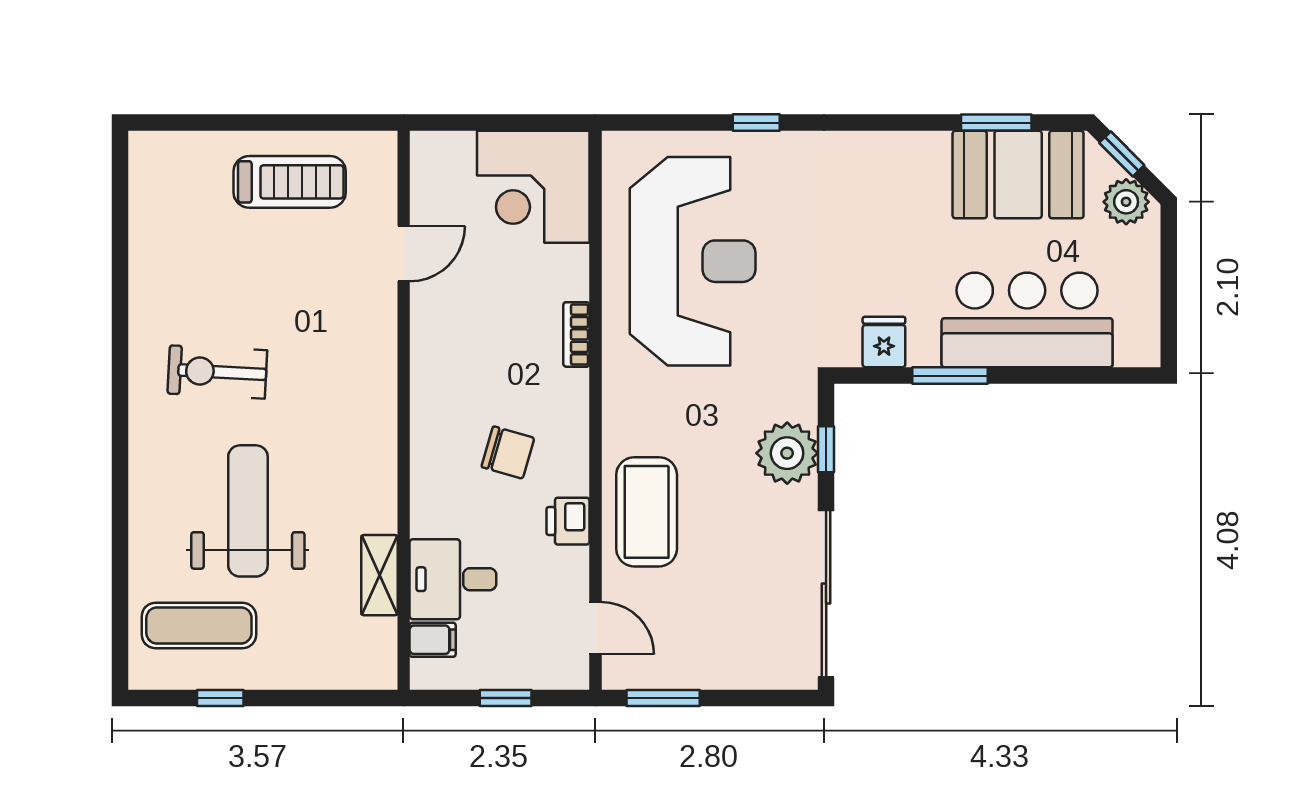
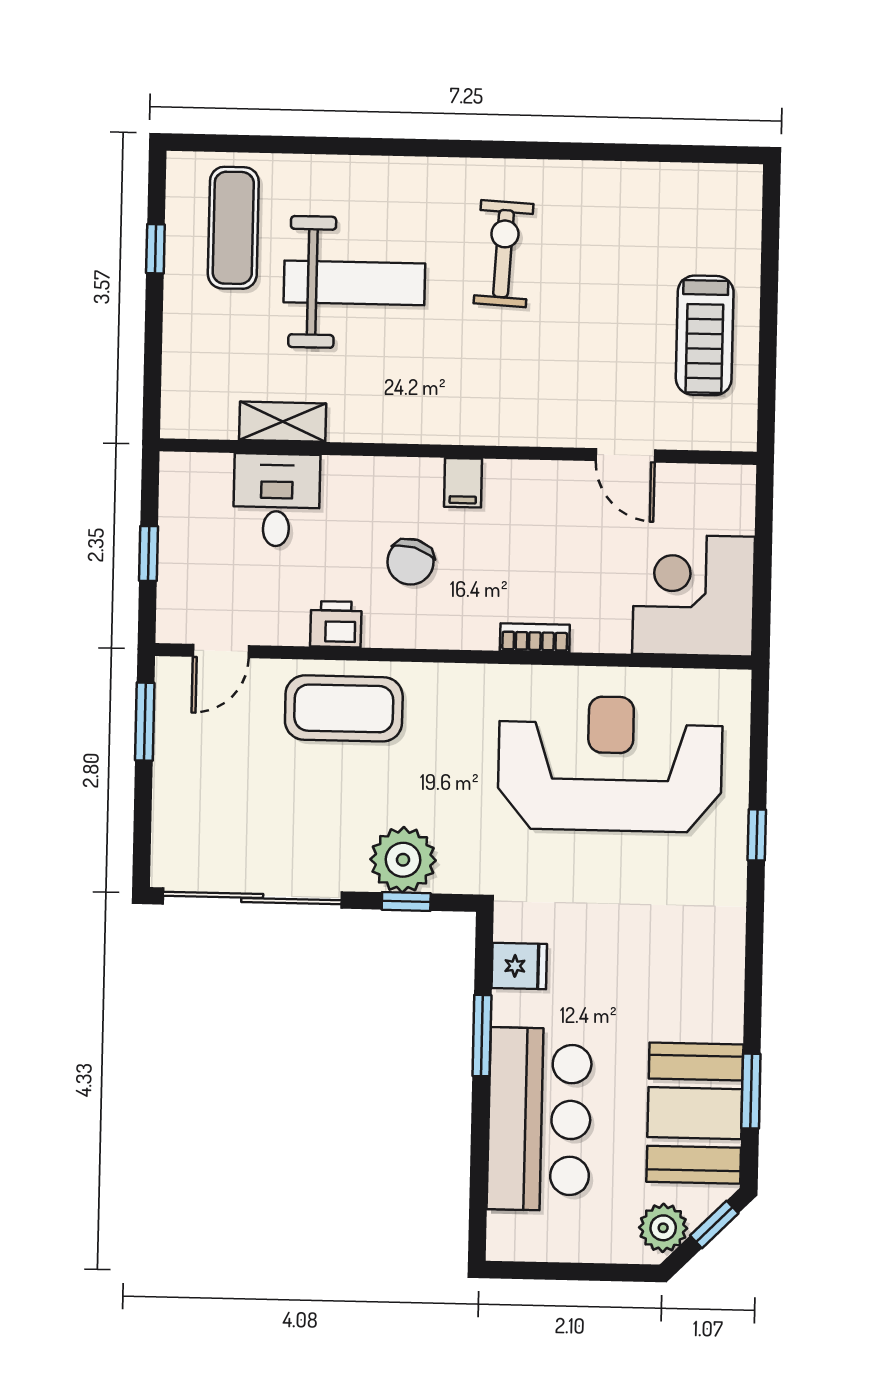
reception desk: (693, 261) -> (610, 764), turned 180
filing cabinet: (433, 640) -> (463, 483), moved

